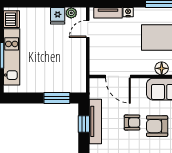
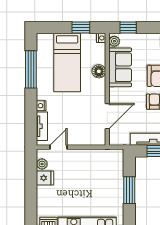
door: (88, 29) -> (58, 147), swing flipped
window: (57, 98) -> (129, 190), moved

